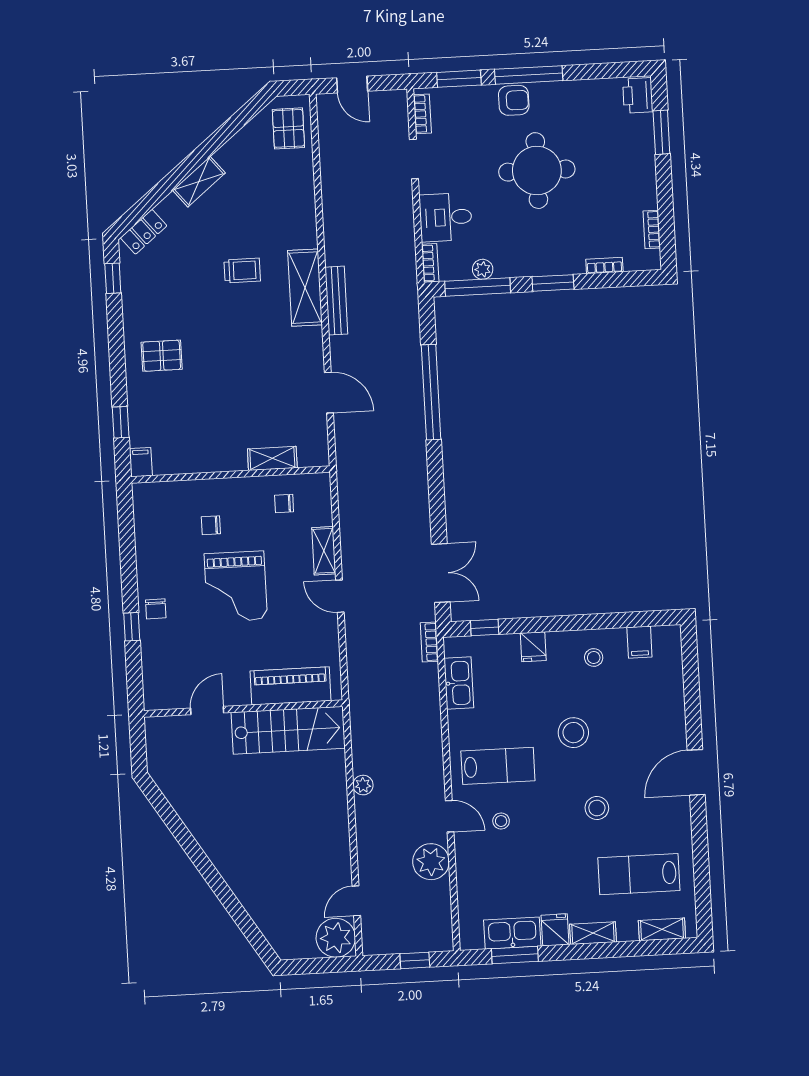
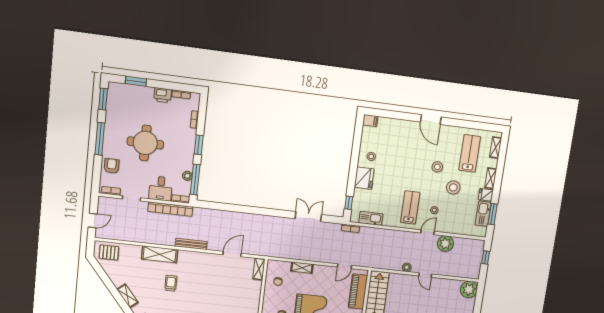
window: (459, 79) -> (103, 99), moved
printer: (638, 95) -> (163, 95), moved
armchair: (514, 100) -> (112, 166), moved
bookcase: (405, 244) -> (170, 209), added
shelving: (305, 288) -> (160, 254), moved
window: (431, 392) -> (240, 209), removed
shelving: (272, 458) -> (259, 269), moved
double door: (441, 573) -> (308, 217), moved
door: (340, 596) -> (344, 266), moved
filing cabinet: (639, 642) -> (370, 121), moved
fridge: (533, 647) -> (364, 178), width x1.88, depth x1.34
stool: (573, 733) -> (453, 187), moved
lab bench: (639, 874) -> (470, 153), turned 180
door: (356, 901) -> (425, 275), moved

